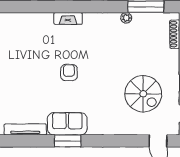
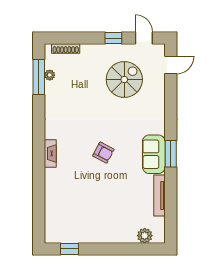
plant: (126, 18) -> (50, 75), moved
armchair: (69, 73) -> (103, 153), turned -152

